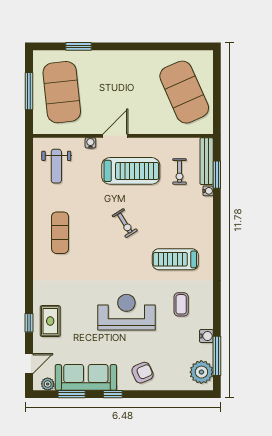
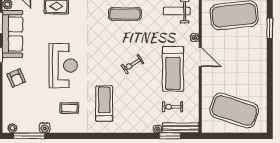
exercise mat: (184, 92) -> (234, 110), turned 42
plant: (201, 372) -> (12, 128), width x0.53, depth x0.53

